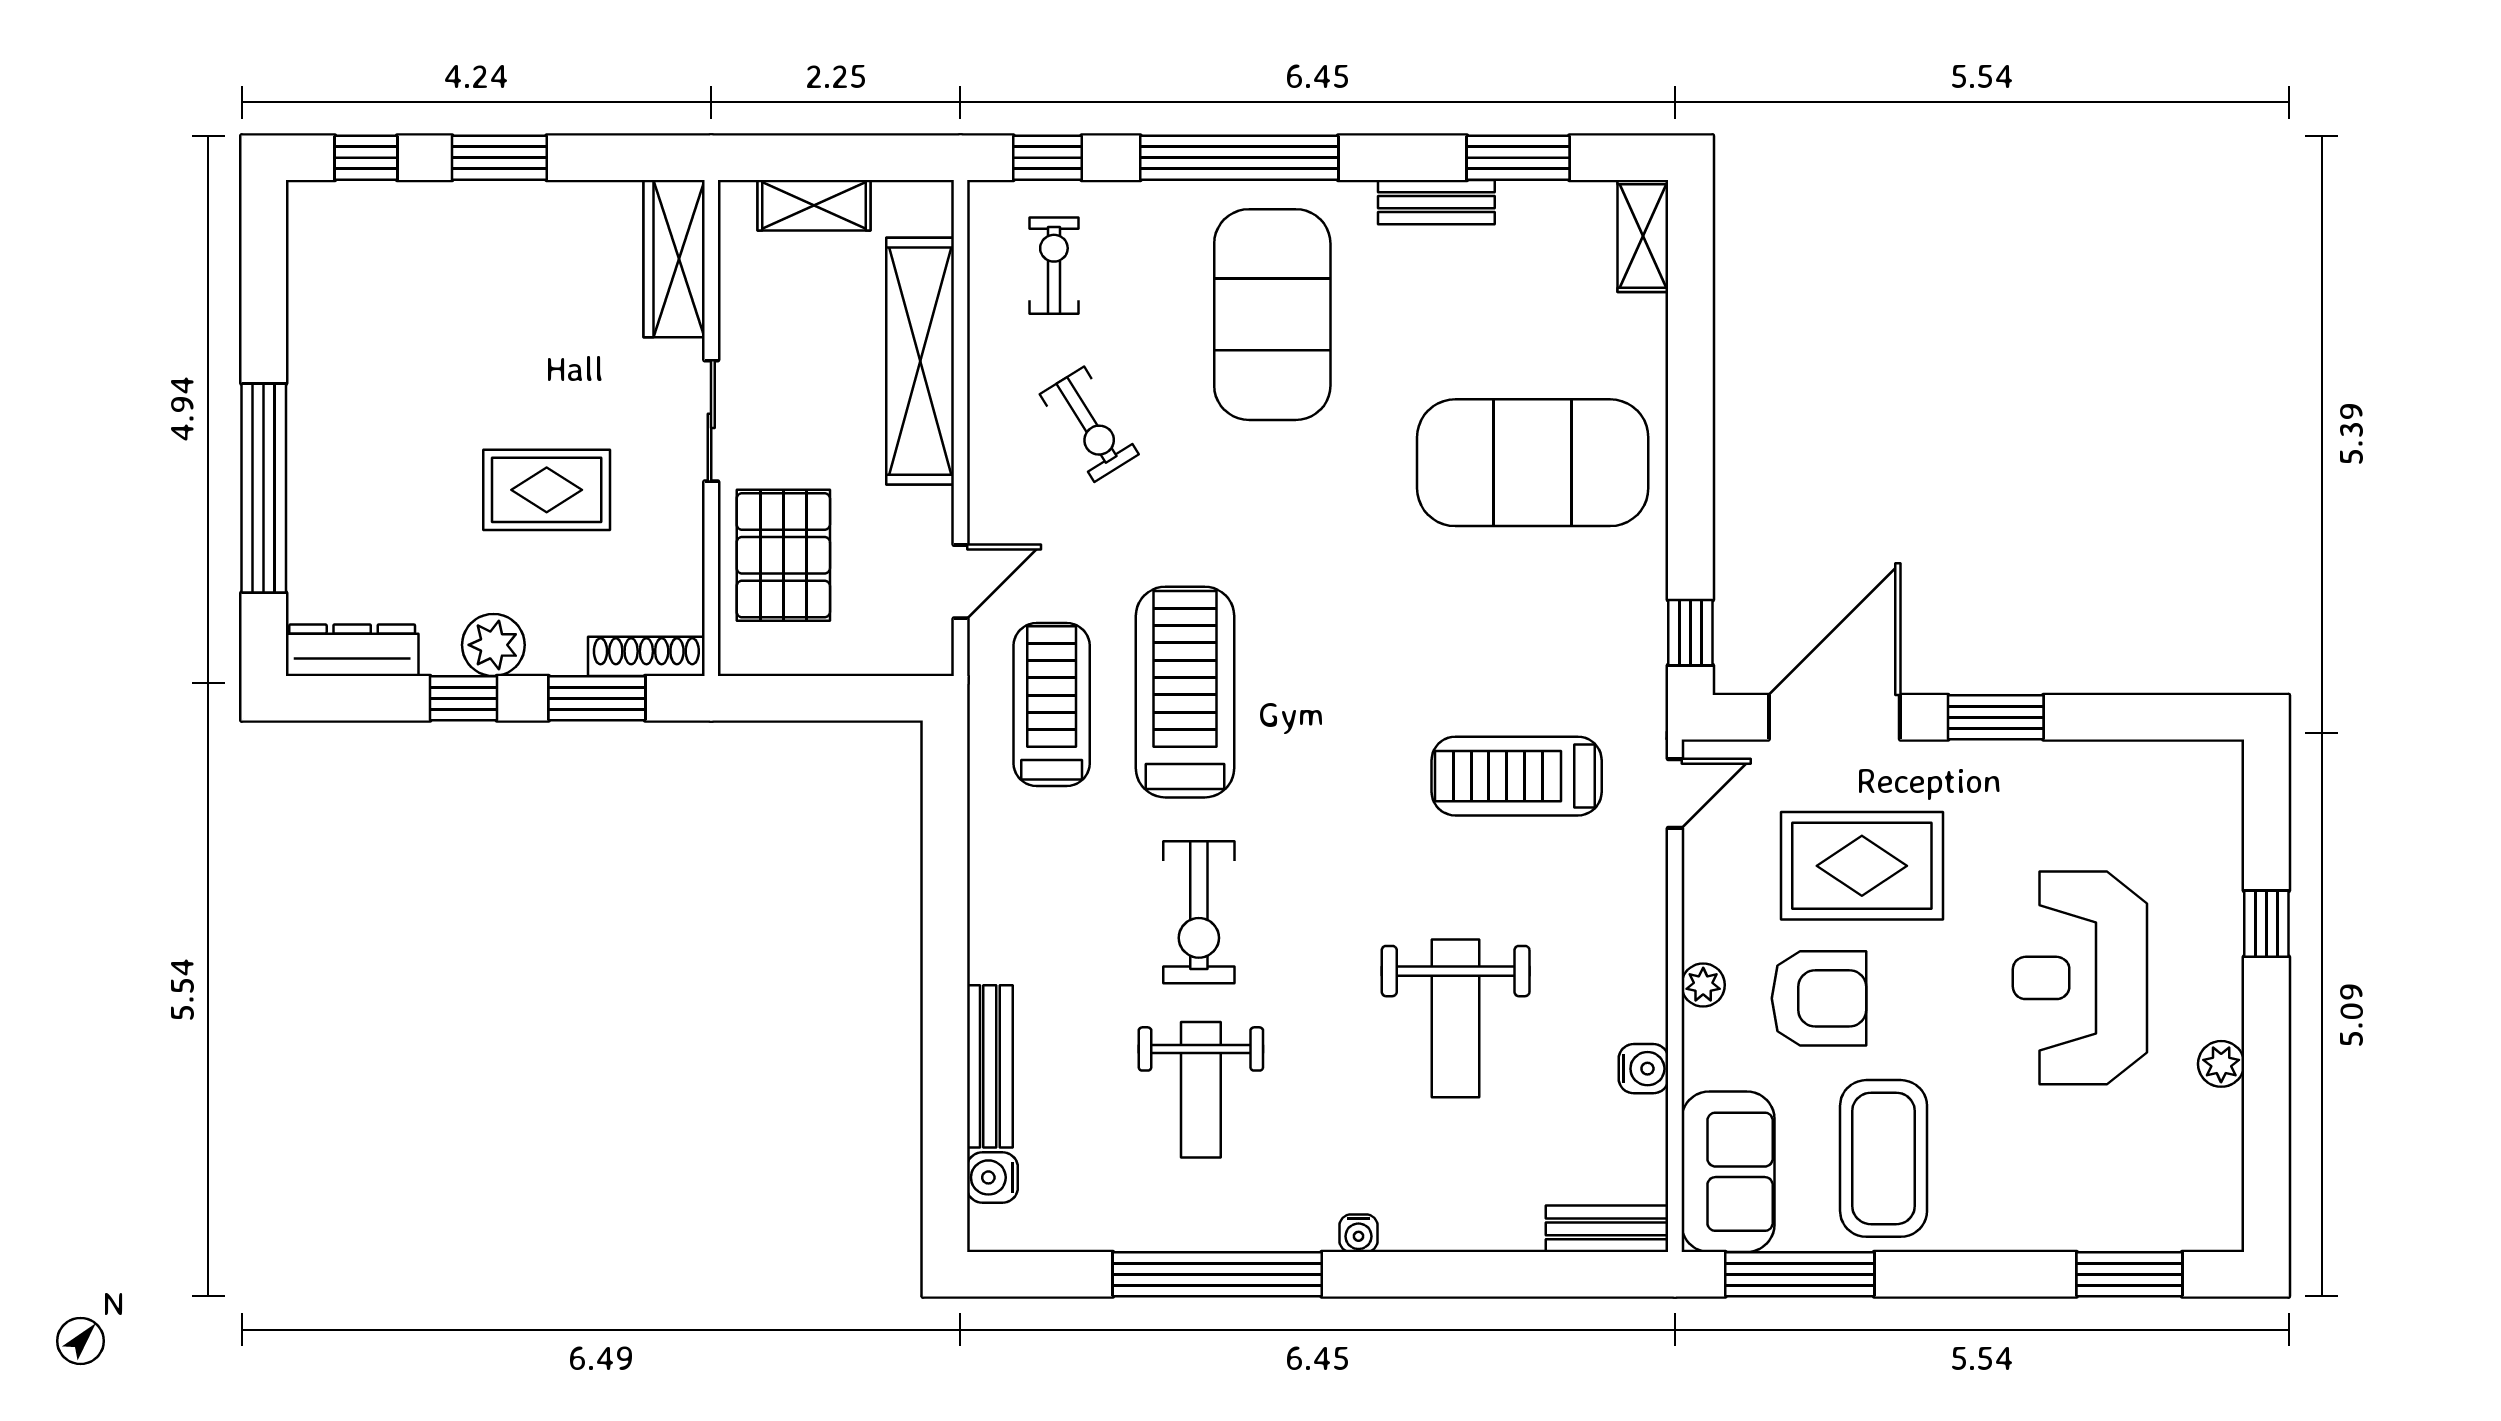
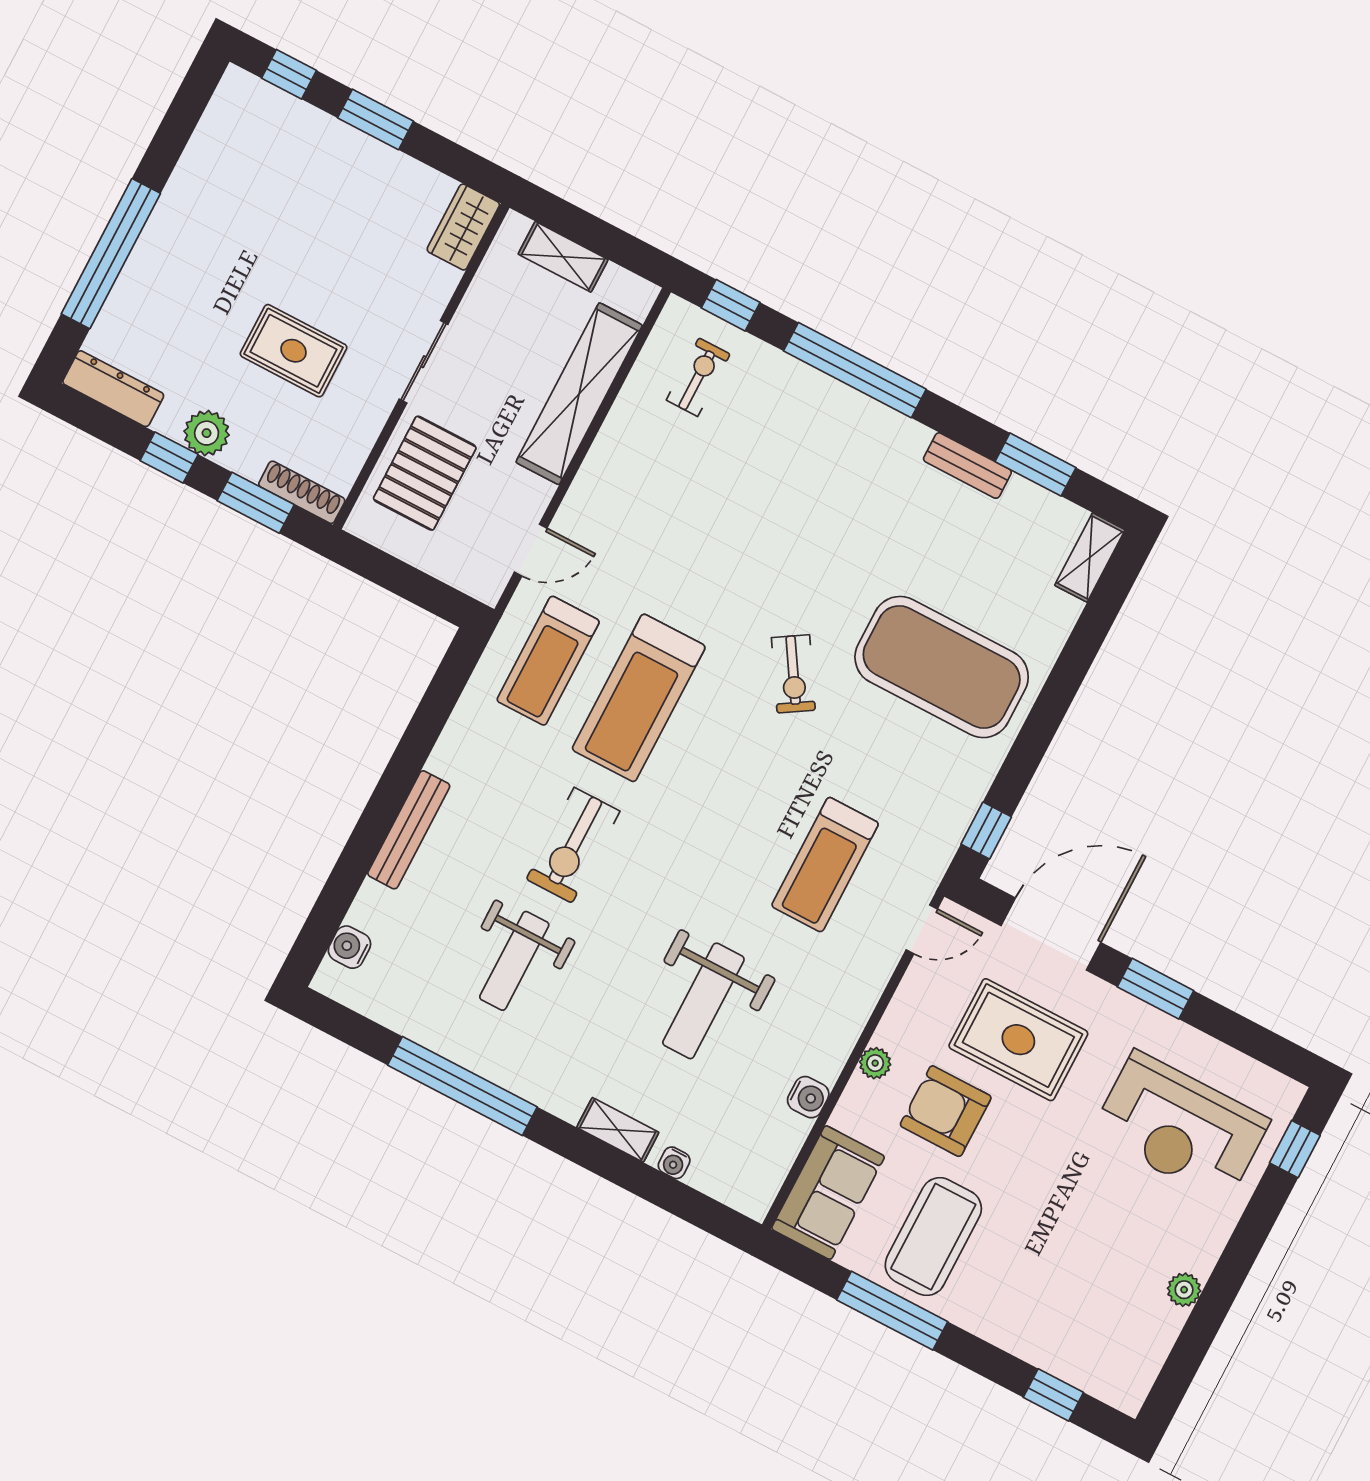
wardrobe: (674, 259) -> (463, 227), width x0.67
exercise mat: (1272, 315) -> (823, 483), removed
exercise bike: (1089, 424) -> (793, 674), moved
treadmill: (1185, 692) -> (639, 698), turned 180
treadmill: (1052, 704) -> (548, 661), turned 180
treadmill: (1517, 776) -> (825, 865), turned -90
window: (2266, 924) -> (1295, 1149), moved
reception desk: (2080, 978) -> (1180, 1127), moved, turned -90
armchair: (1819, 998) -> (946, 1111), turned 180
bench: (990, 1066) -> (409, 830), moved
shelving: (1433, 1229) -> (618, 1130), added
bench: (1607, 1229) -> (730, 1189), removed
water cooler: (1359, 1233) -> (674, 1163), moved
window: (1800, 1274) -> (892, 1311), moved
window: (2129, 1274) -> (1053, 1395), width x0.67

